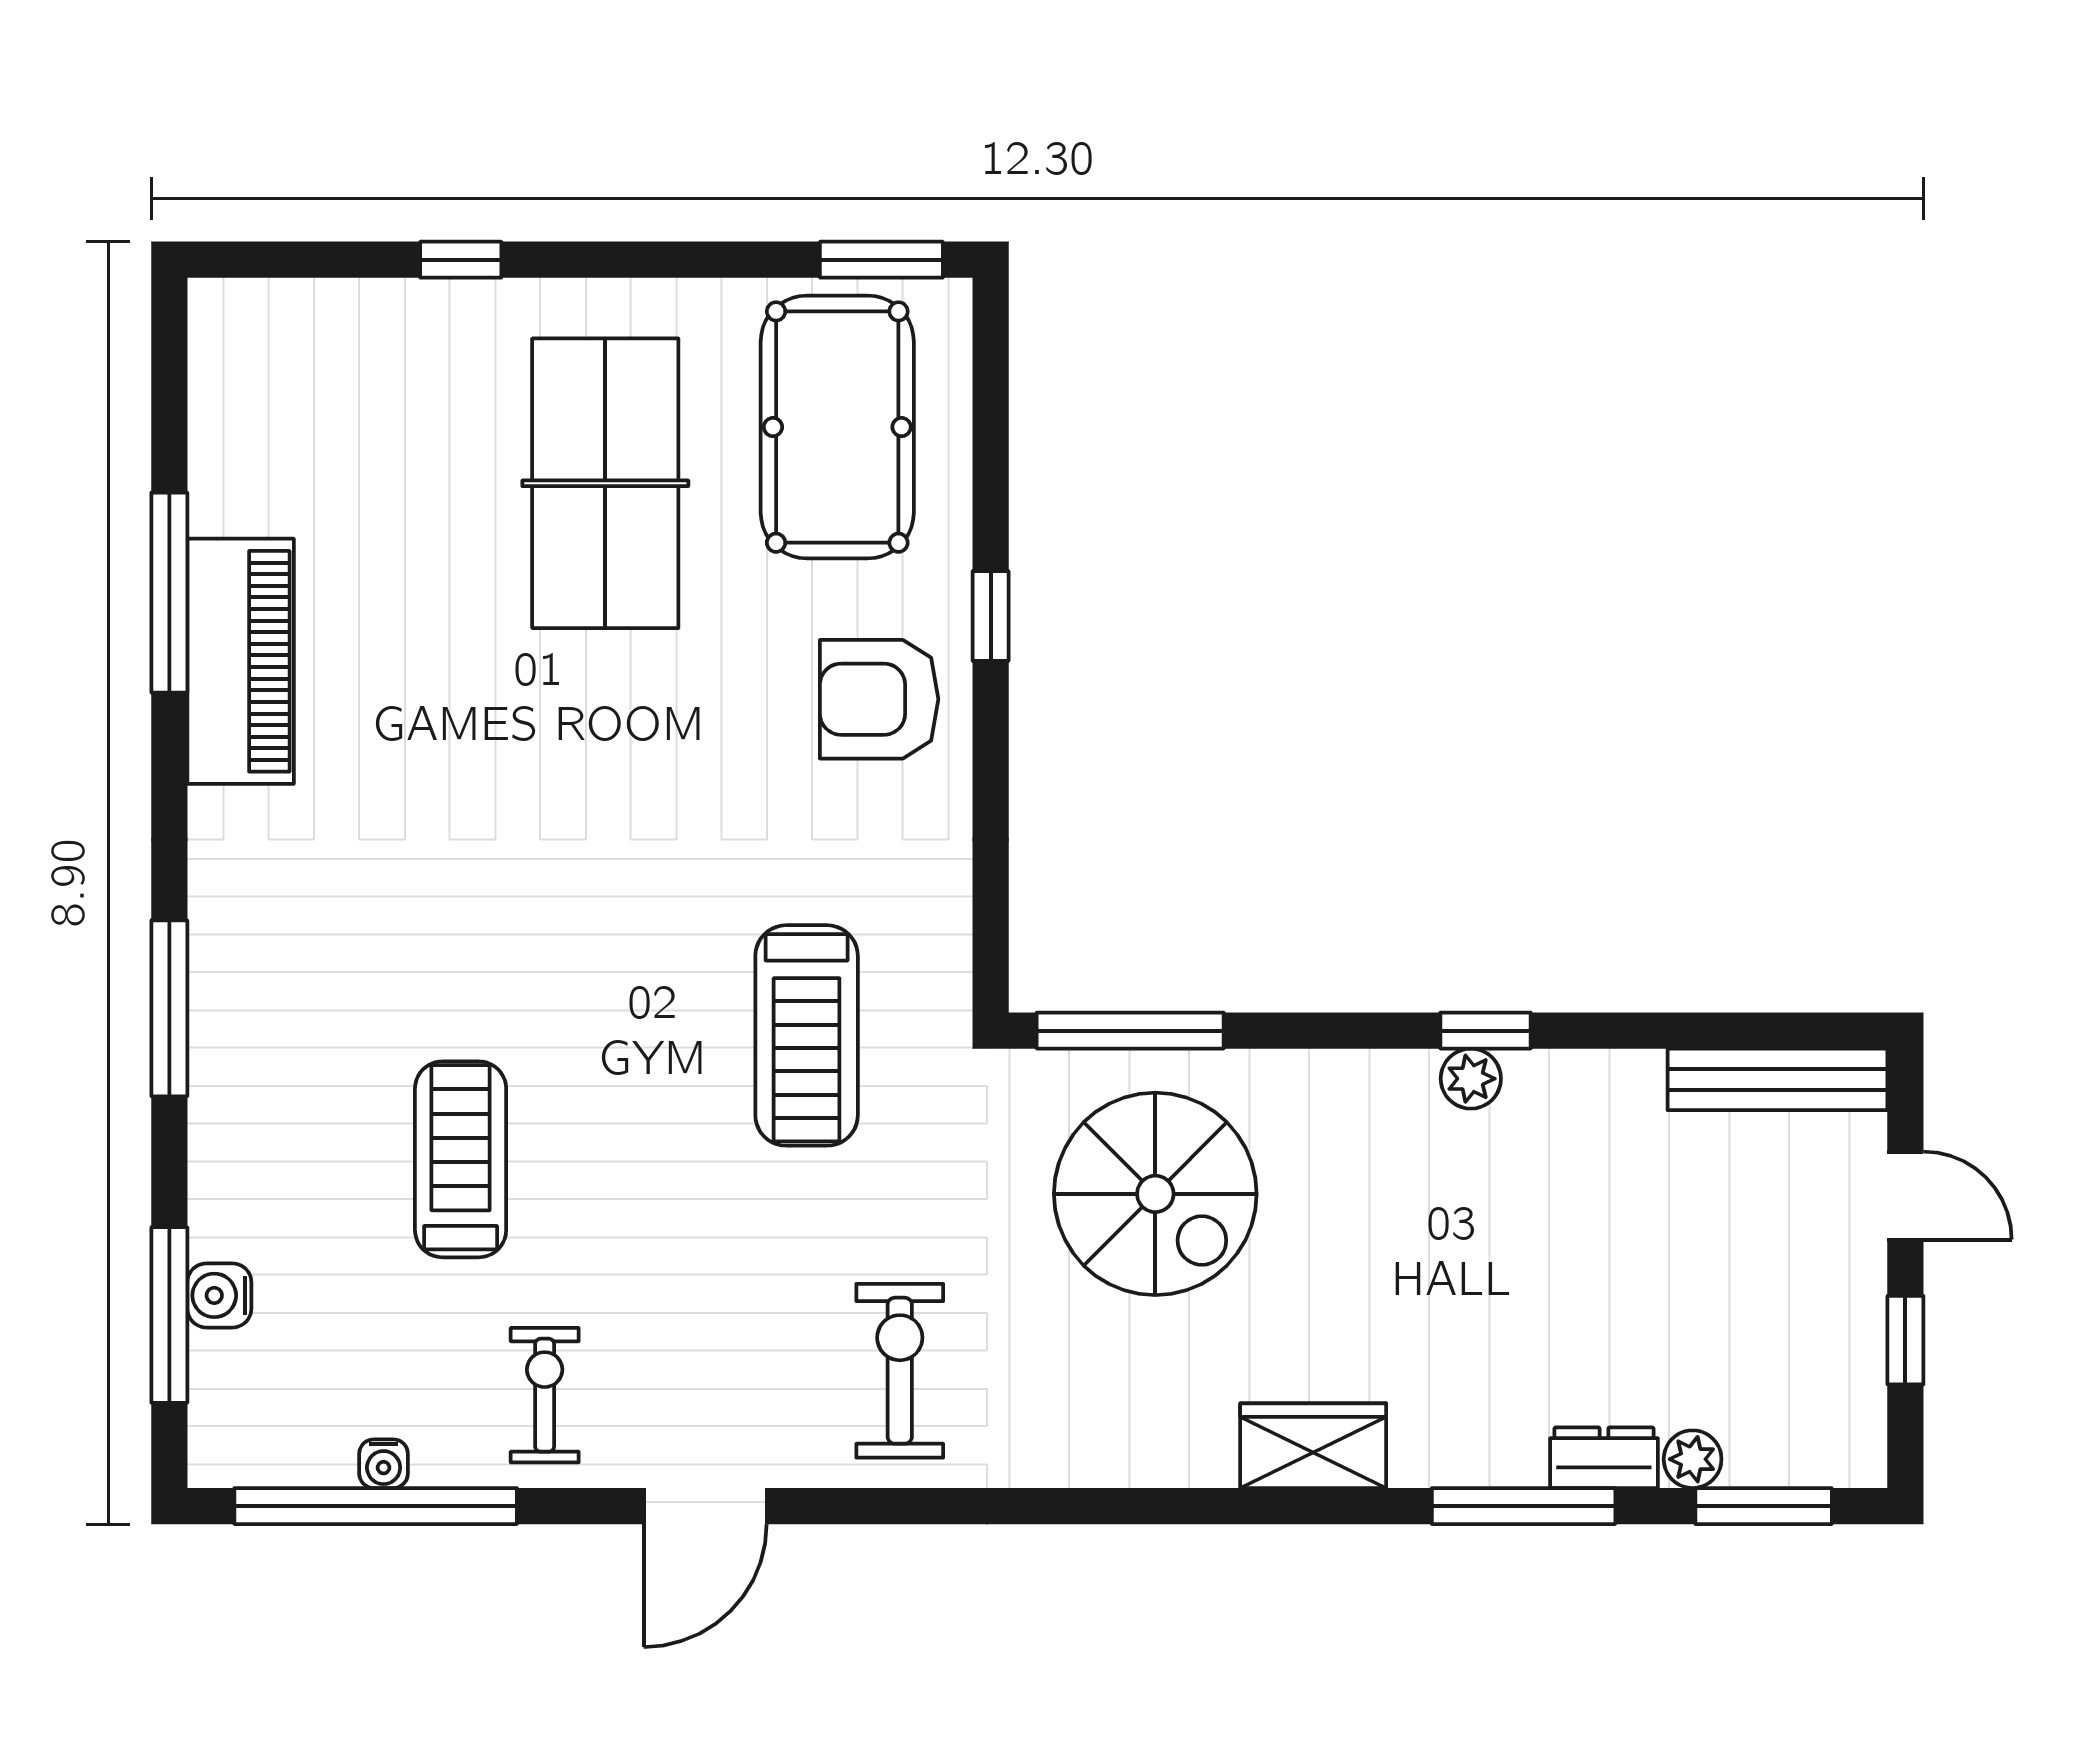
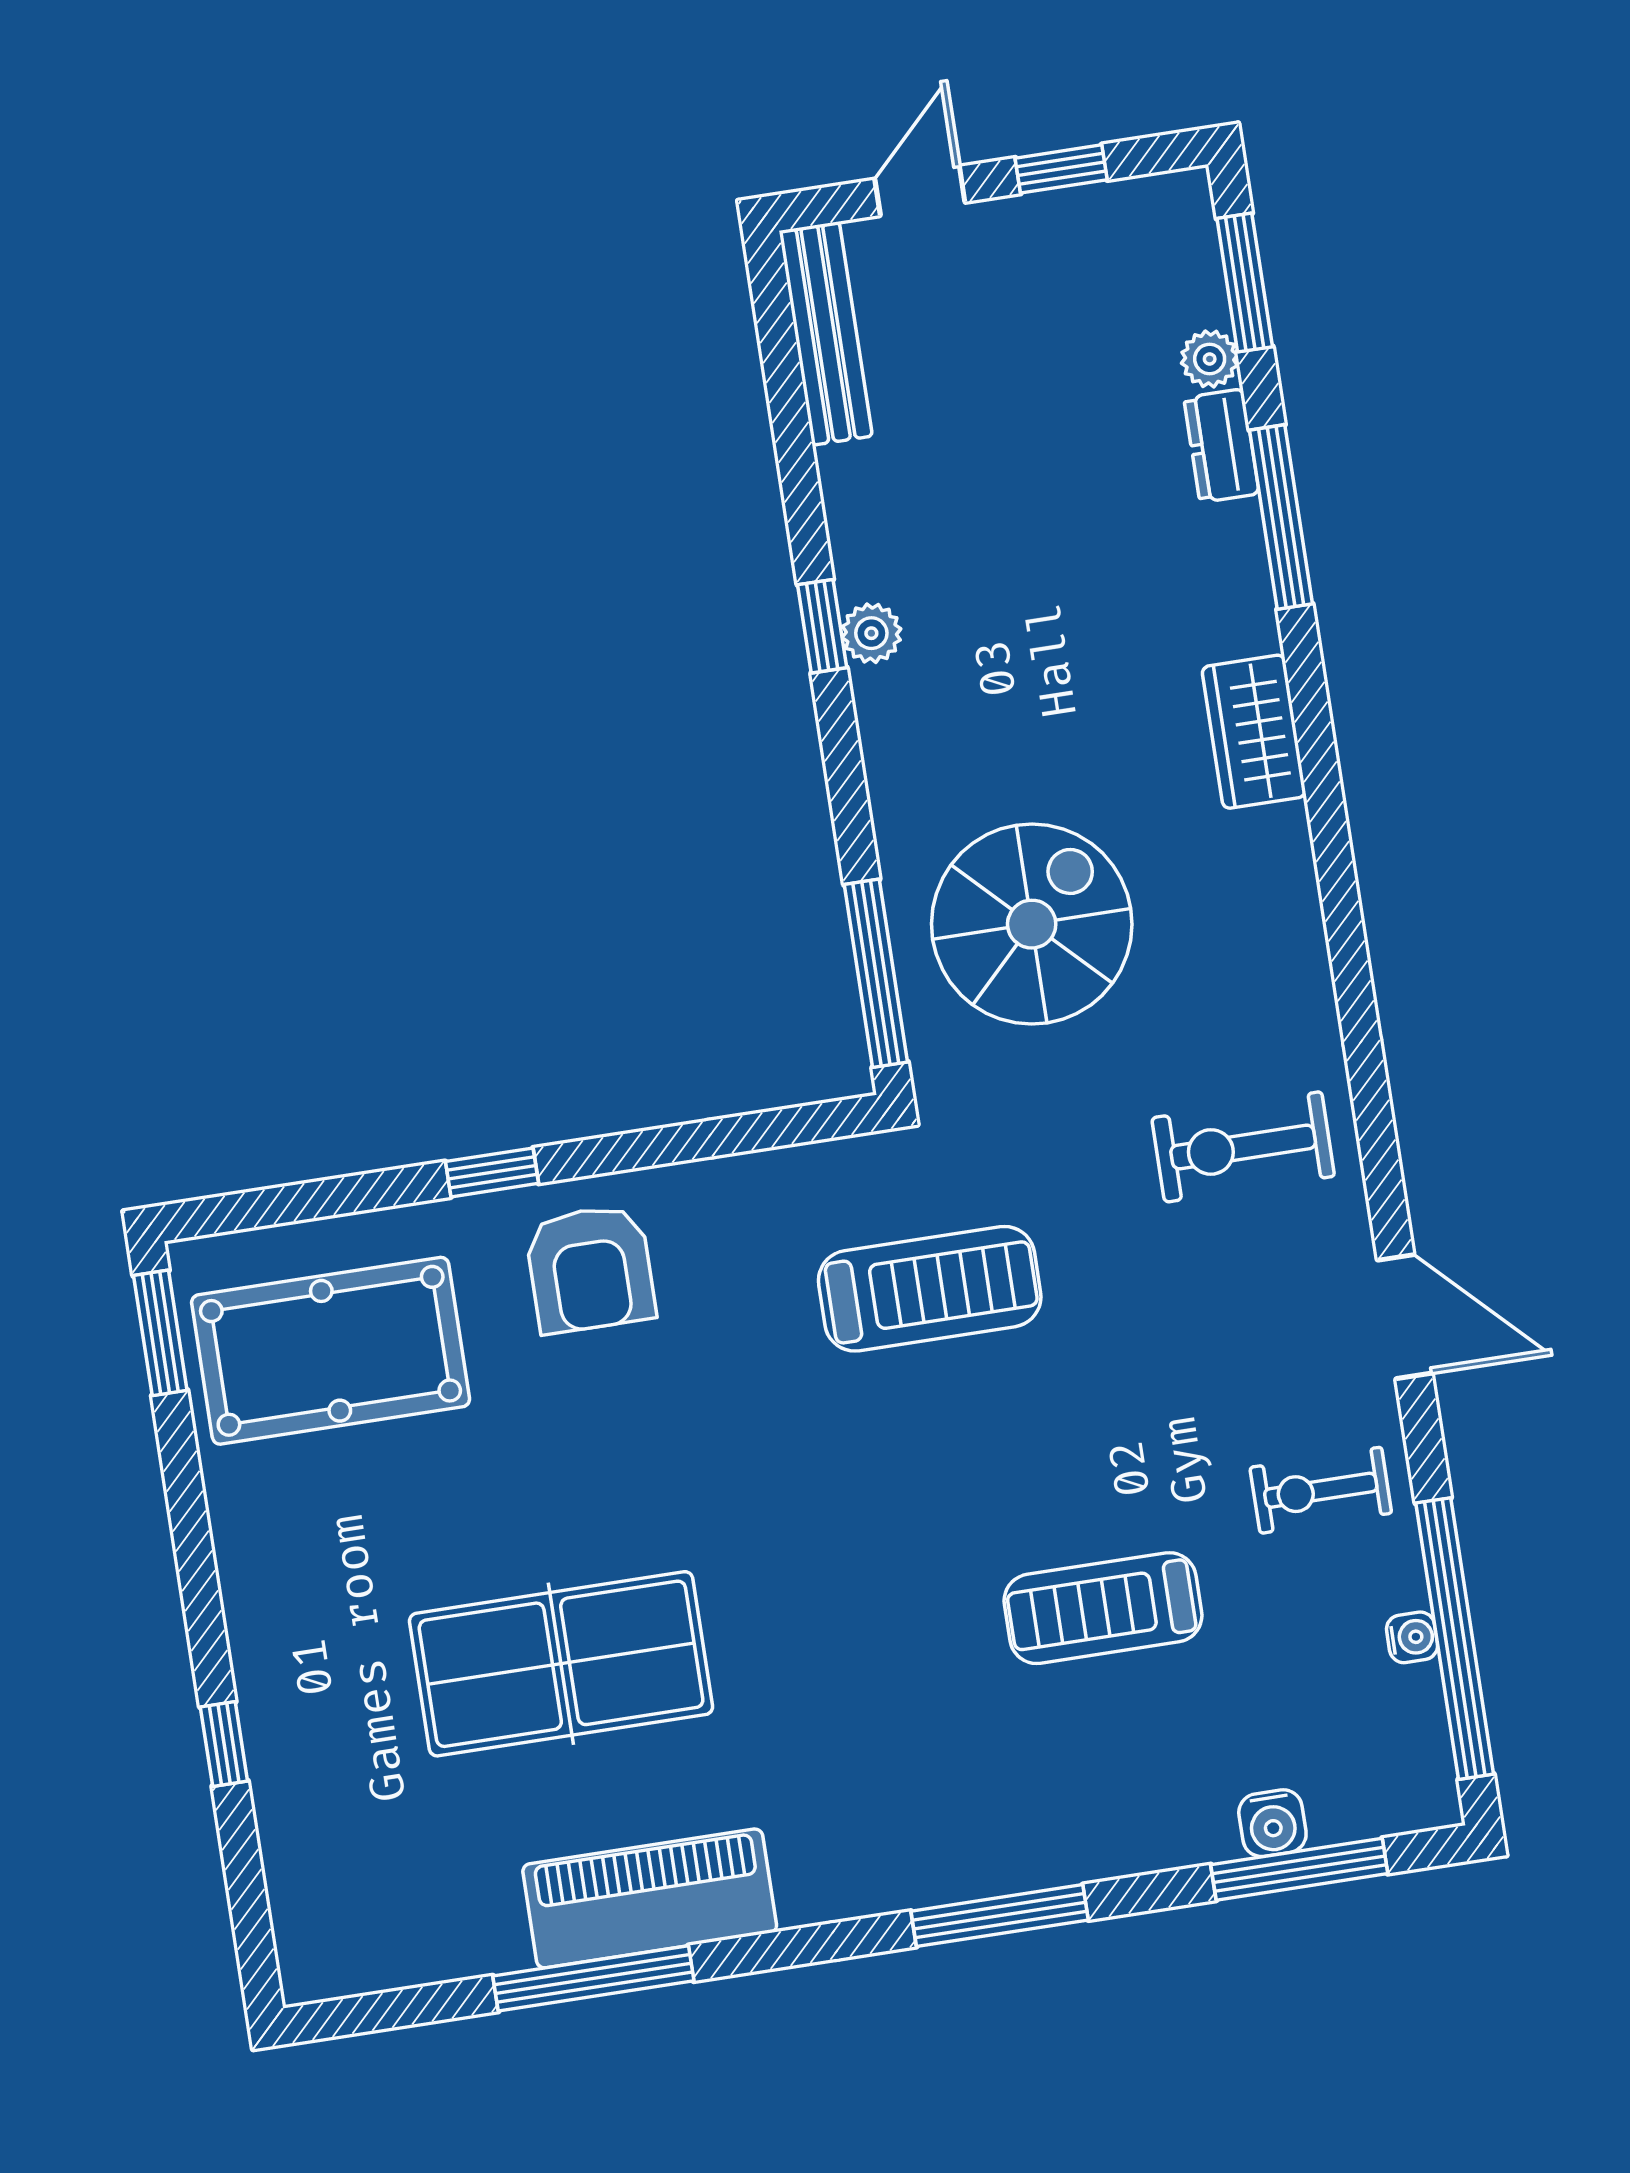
table tennis table: (605, 483) -> (561, 1664), moved

